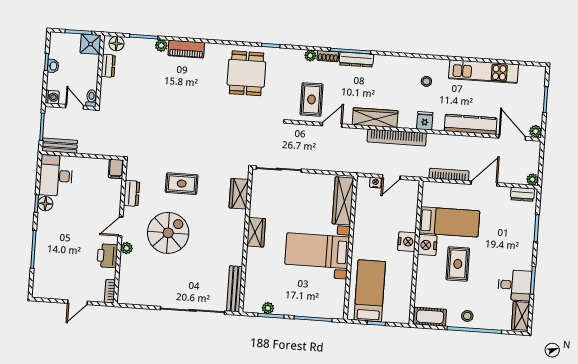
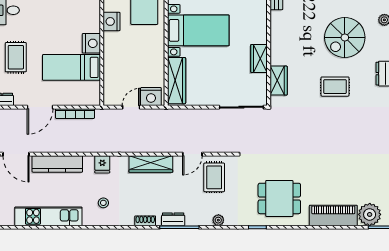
plant: (161, 45) -> (370, 214), width x1.88, depth x1.88
piano: (186, 49) -> (333, 215), width x1.37, depth x1.33
shoe rack: (328, 56) -> (145, 221), moved
dresser: (356, 60) -> (173, 219), width x0.70
dining table: (246, 73) -> (279, 198), turned 90
bookcase: (397, 137) -> (129, 146), removed
nightstand: (375, 183) -> (151, 97), width x1.89, depth x1.79
wardrobe: (256, 232) -> (259, 58), moved
nightstand: (407, 242) -> (112, 21), moved
rug: (458, 264) -> (16, 57), moved

